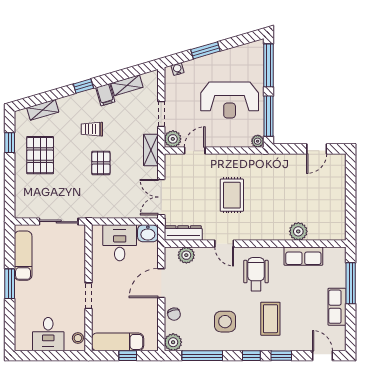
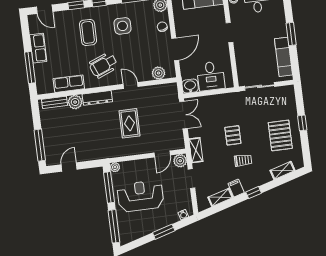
window: (10, 143) -> (302, 123), moved
window: (351, 182) -> (40, 145), added
dresser: (183, 233) -> (97, 98), moved
bench: (325, 234) -> (54, 102), added
wheelchair: (256, 274) -> (103, 65), turned 68

